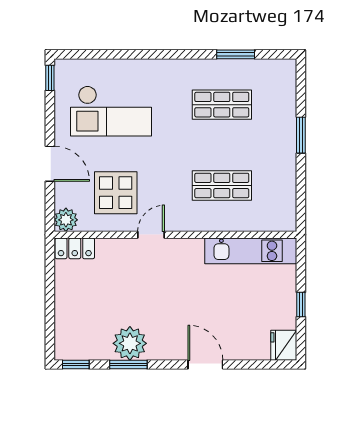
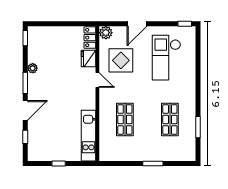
plant: (130, 343) -> (33, 68), width x0.53, depth x0.53
fridge: (284, 345) -> (88, 58), moved, turned -90
window: (128, 364) -> (25, 83), moved
window: (253, 364) -> (25, 137), added

